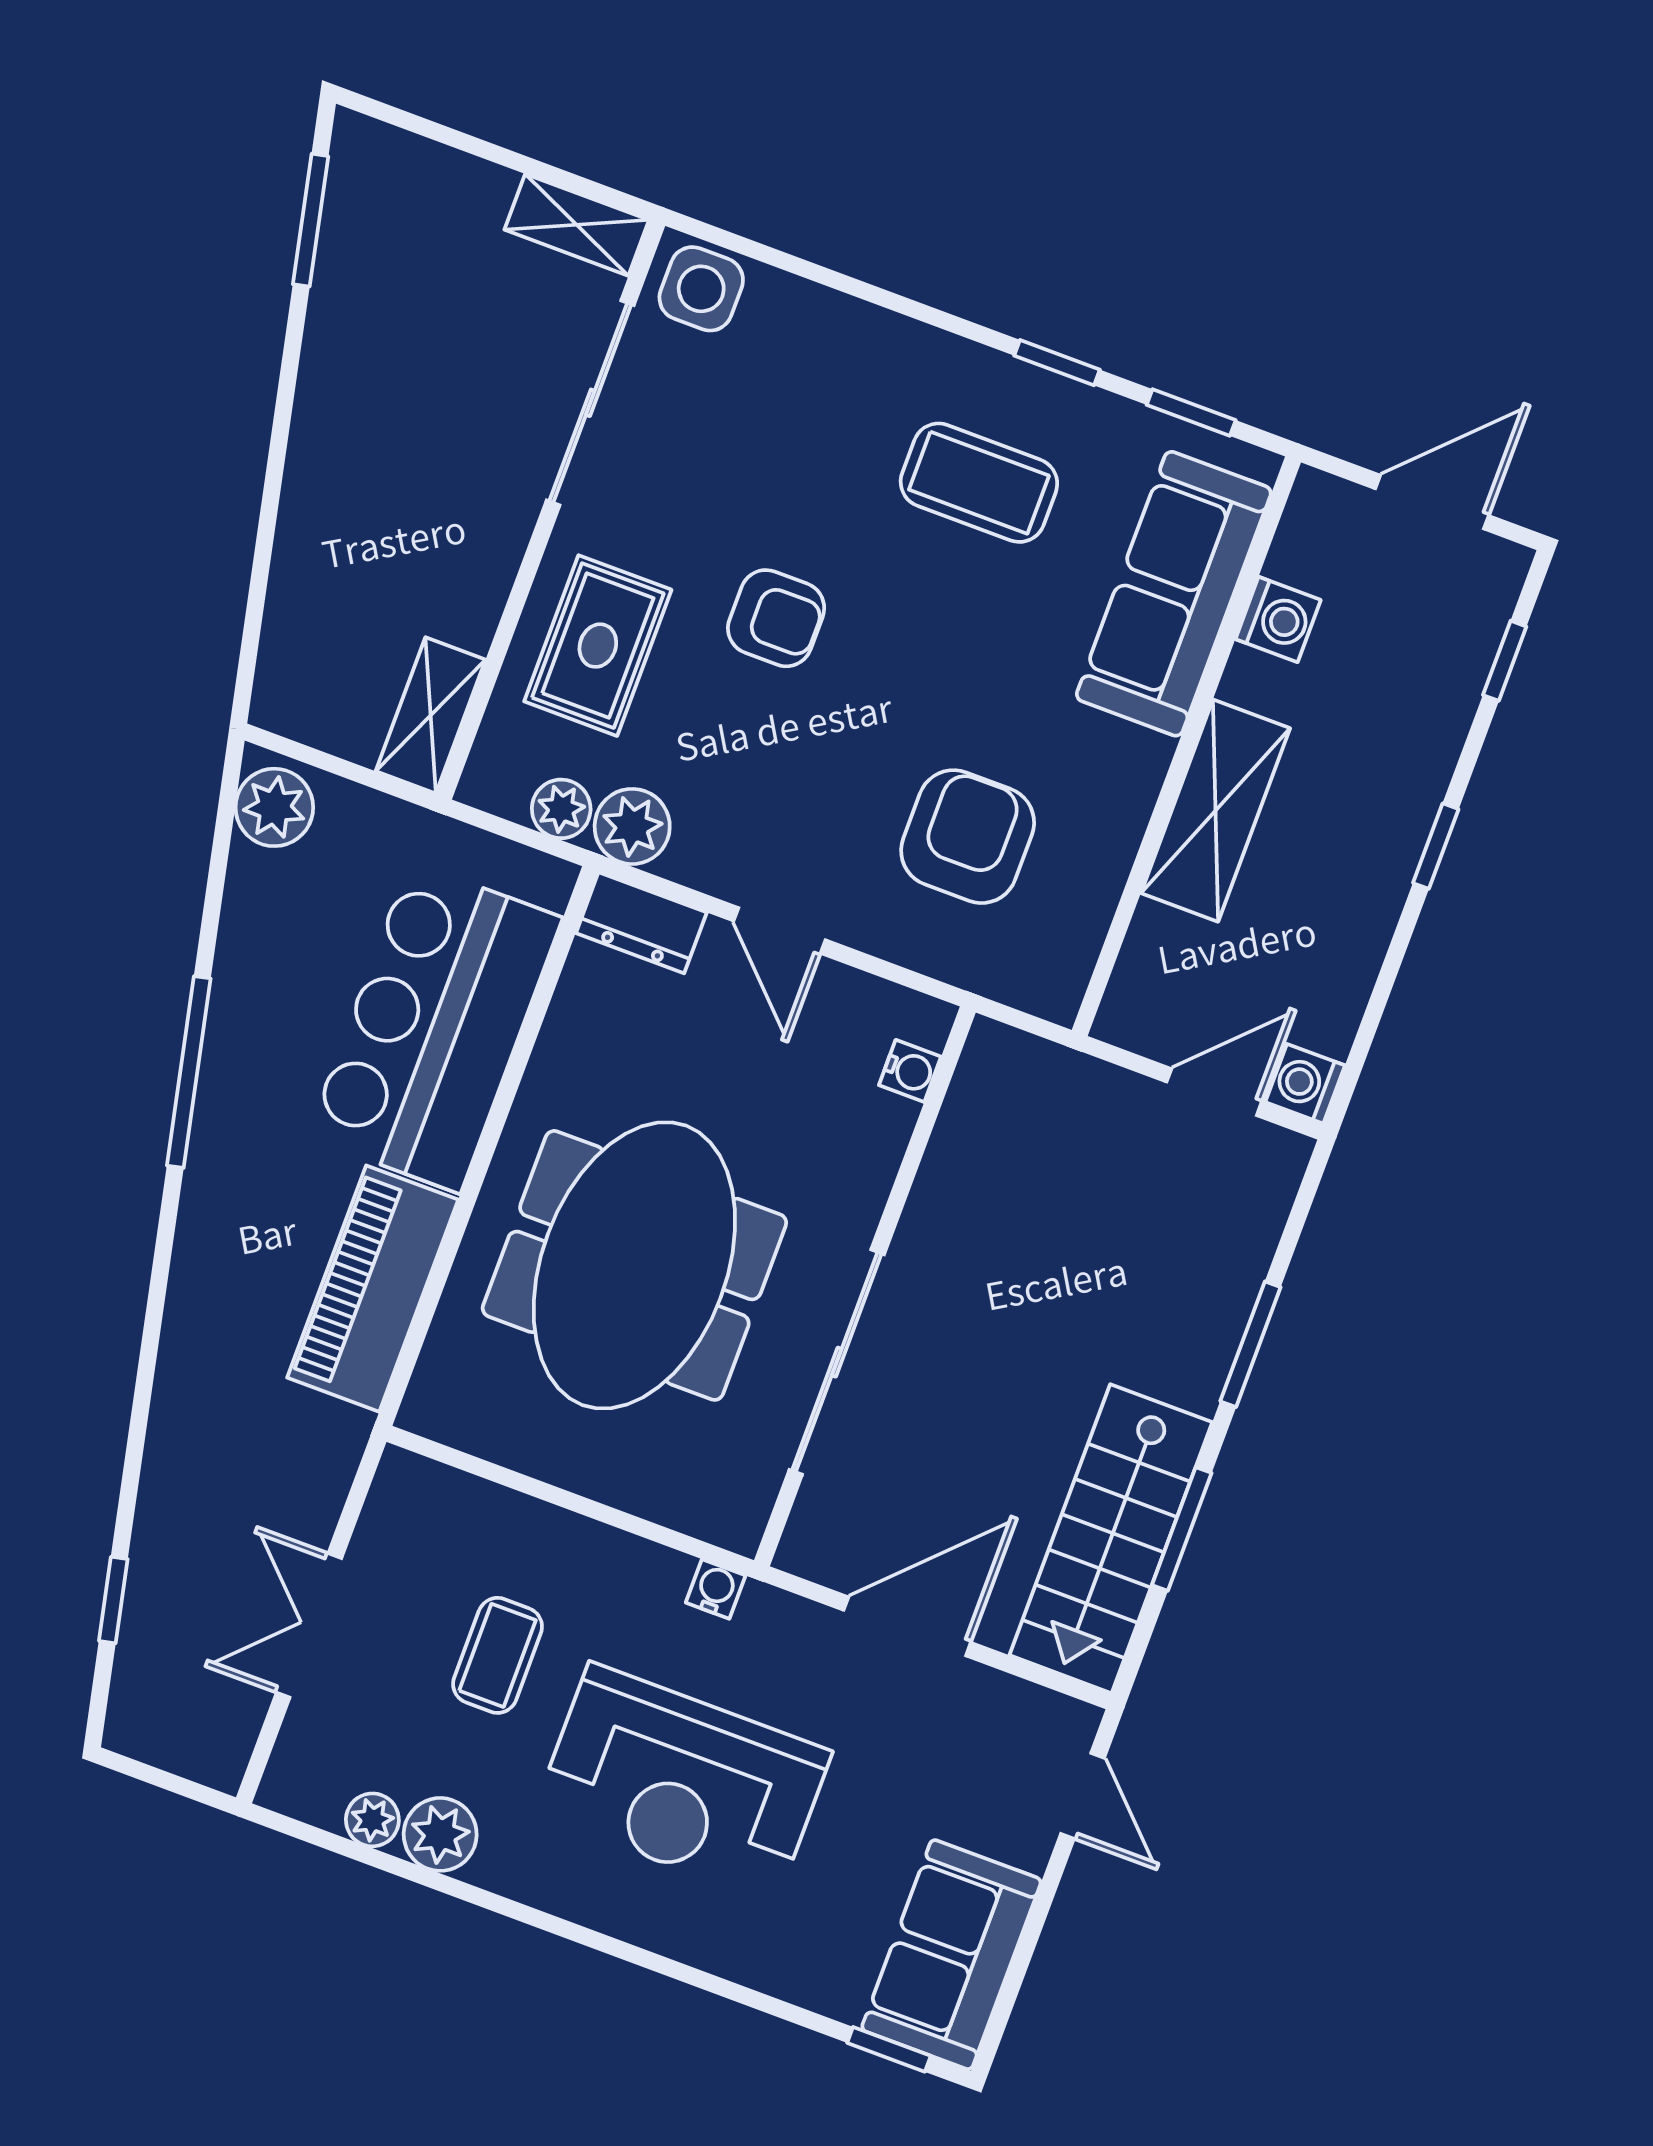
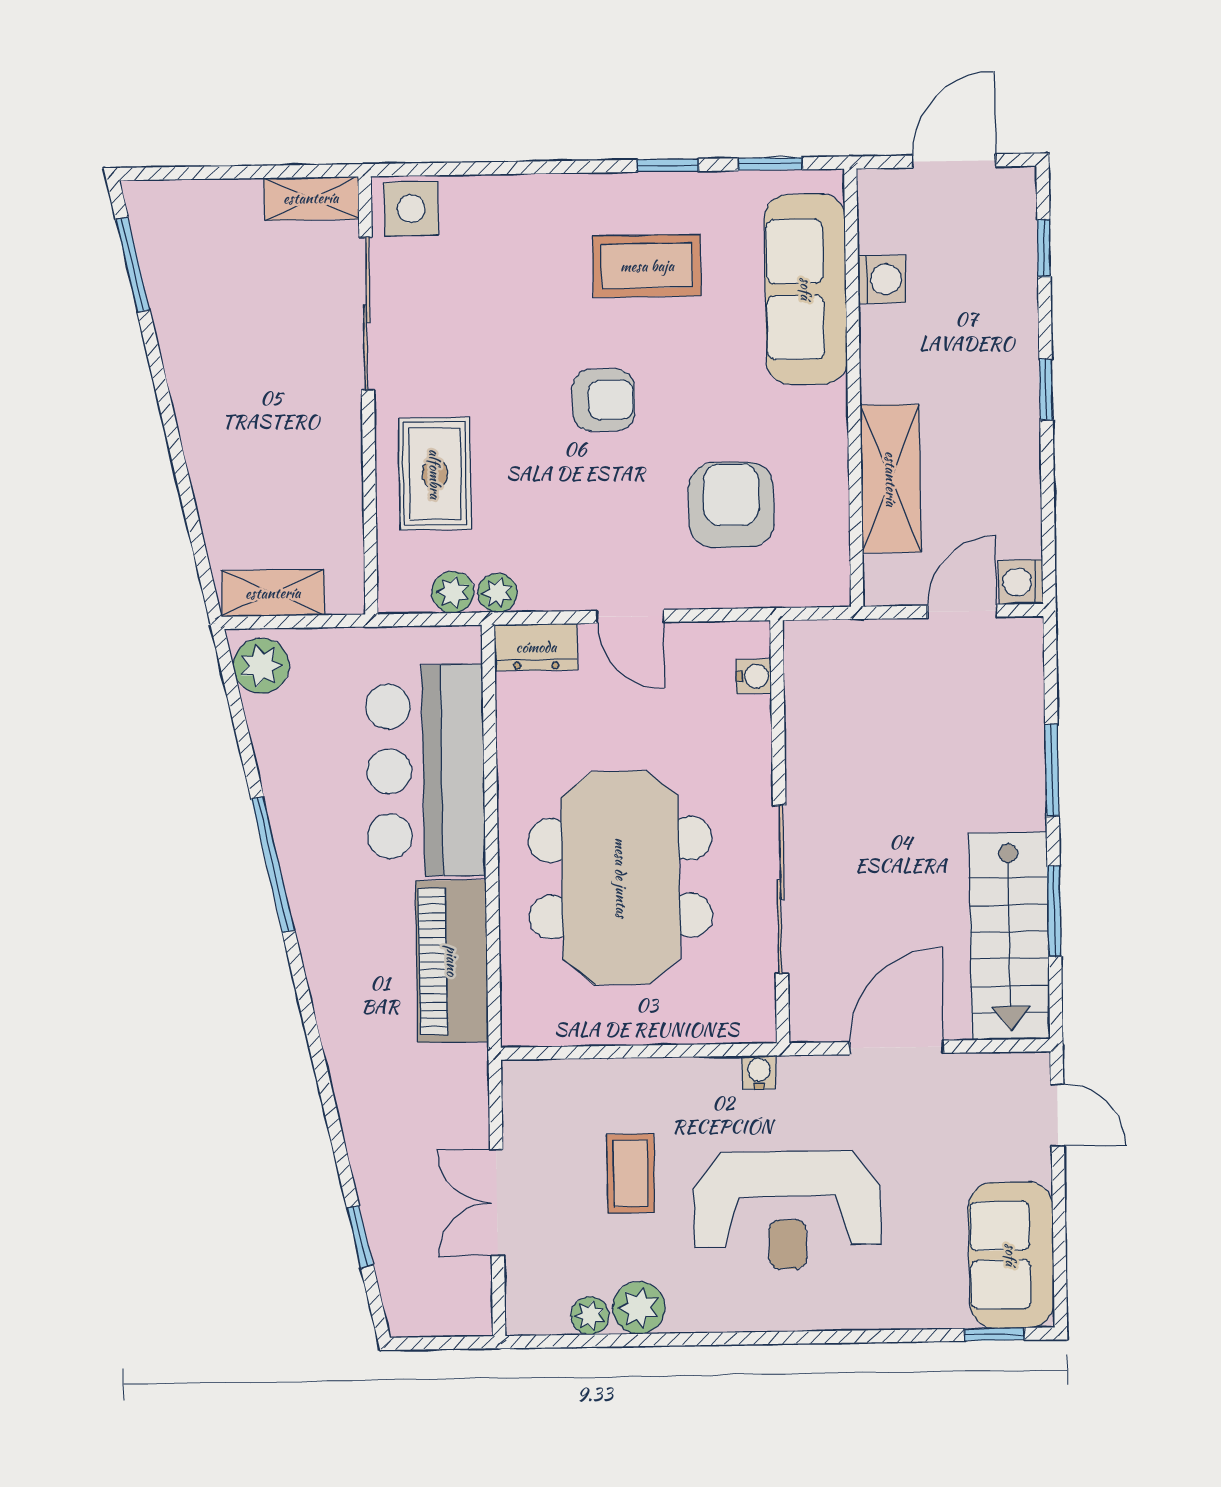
armchair: (776, 618) -> (604, 400), moved
shelving: (431, 715) -> (273, 593), moved, turned 90
shelving: (1216, 811) -> (891, 479), moved
plant: (632, 826) -> (498, 593), width x0.73, depth x0.73

